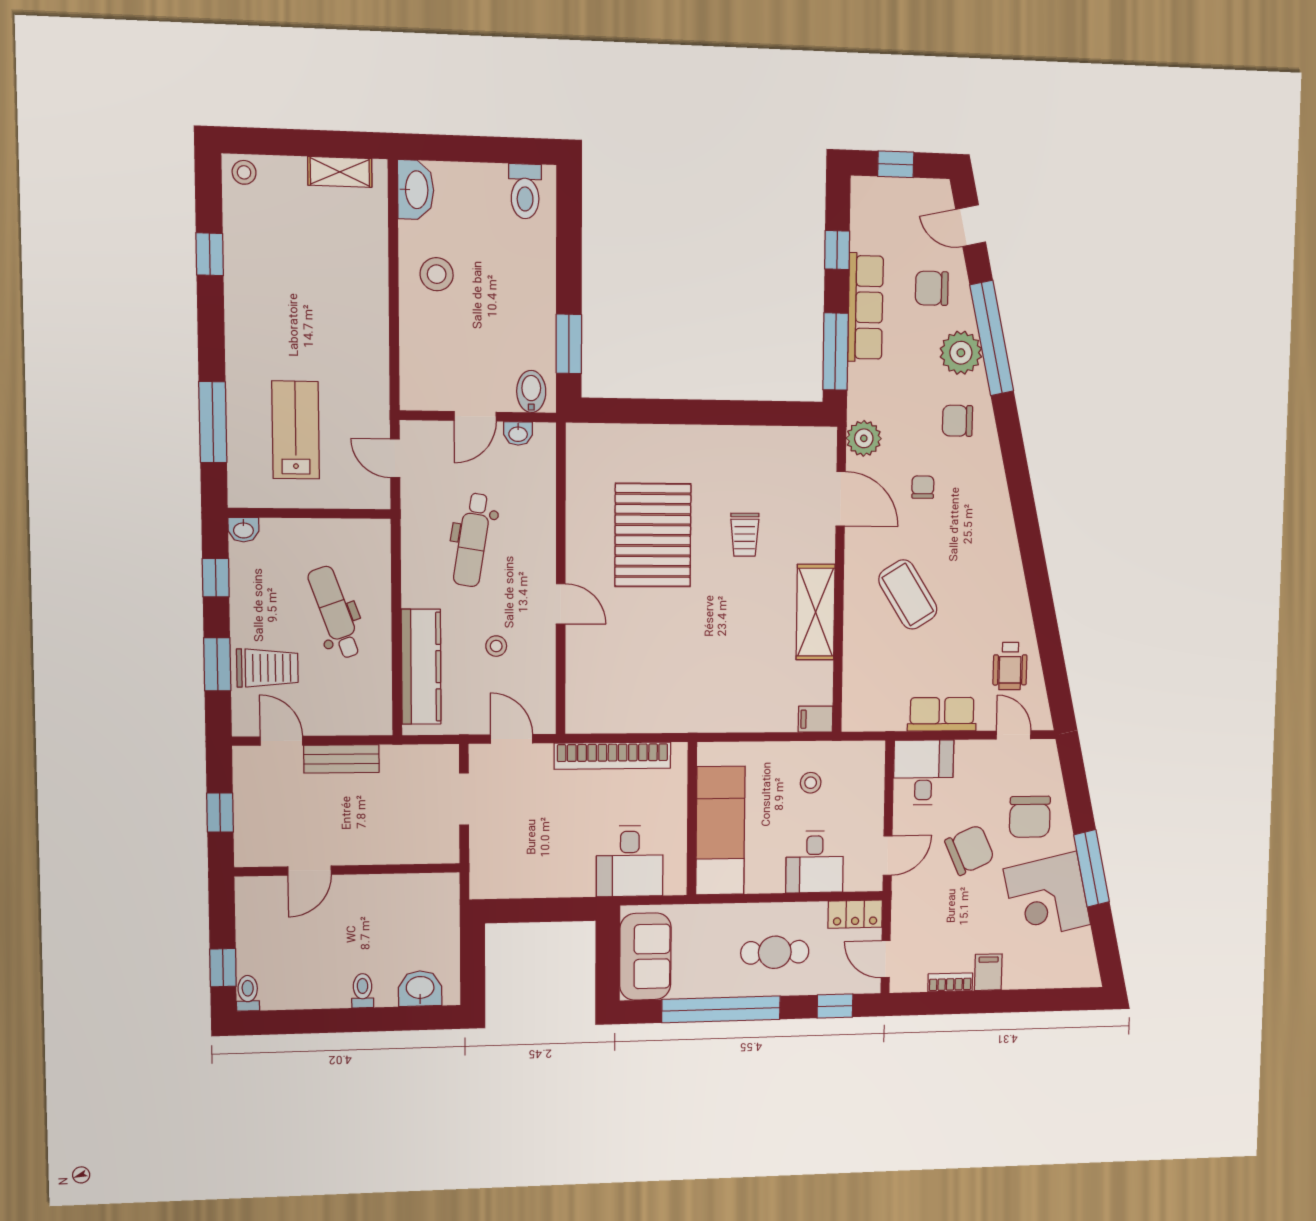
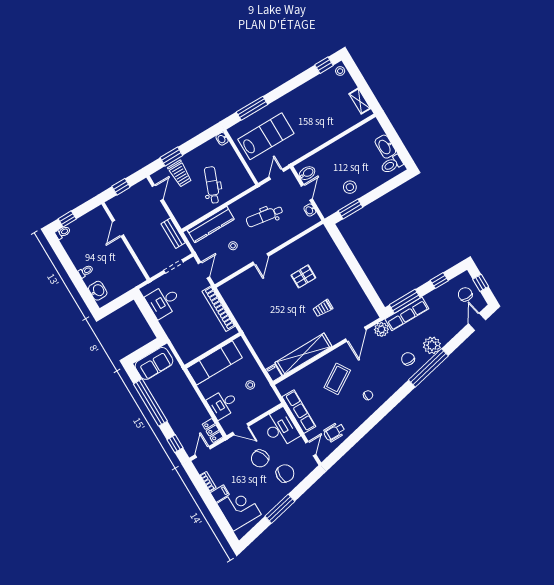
washbasin: (416, 190) -> (385, 147), moved, turned 90
window: (210, 254) -> (324, 65), moved
stool: (437, 274) -> (350, 187), moved
chair: (932, 288) -> (465, 294), moved
row of seats: (865, 307) -> (407, 314), moved
window: (992, 338) -> (428, 368), moved
bidet: (531, 391) -> (307, 173), moved
door: (475, 416) -> (307, 192), swing flipped
lab bench: (296, 430) -> (266, 136), width x1.36, depth x1.39
chair: (923, 487) -> (368, 395), moved
pallet: (653, 535) -> (303, 276), width x0.49, depth x0.50
window: (216, 578) -> (200, 139), removed
dental chair: (335, 612) -> (212, 185), turned -49
shelving: (816, 612) -> (303, 354), width x1.47
row of seats: (942, 714) -> (299, 412), width x1.48
bench: (341, 759) -> (173, 233), moved
desk: (923, 773) -> (280, 428), width x1.37
chair: (1030, 817) -> (285, 473), turned 180
chair: (970, 850) -> (260, 458), turned 89
desk: (630, 861) -> (163, 301), moved
door: (310, 871) -> (118, 228), hinge flipped
corner desk: (1047, 897) -> (239, 509), moved, turned 103
cafe table: (775, 952) -> (182, 409), removed

